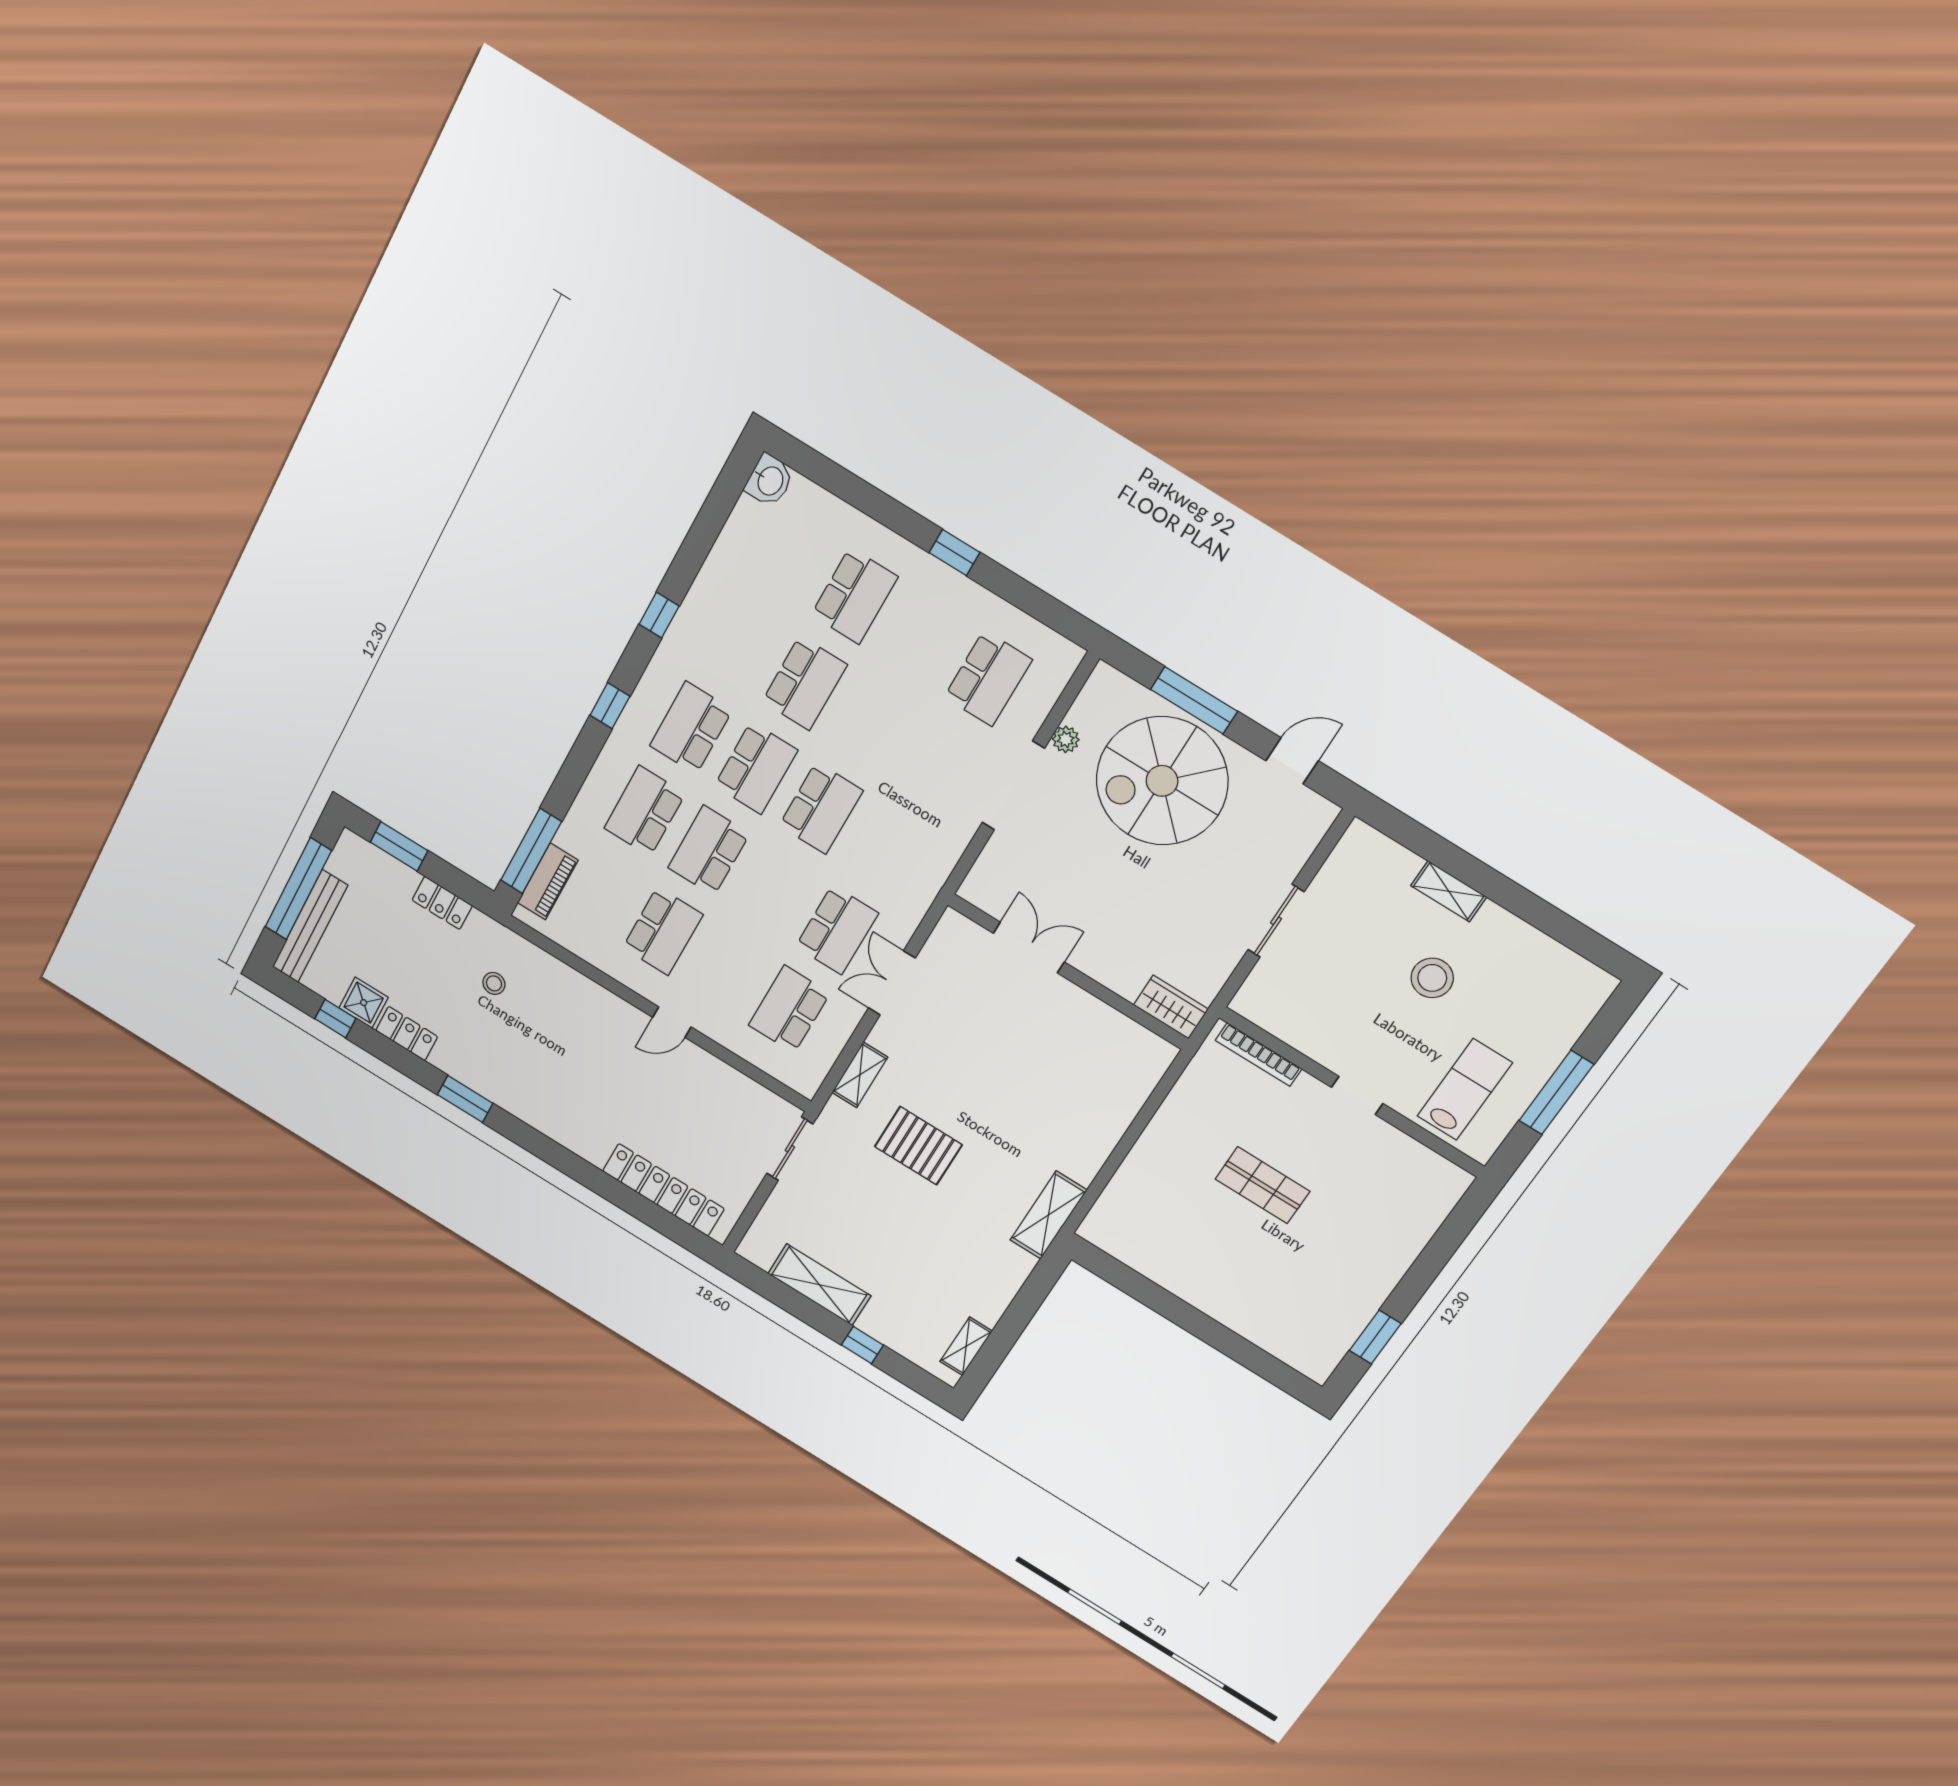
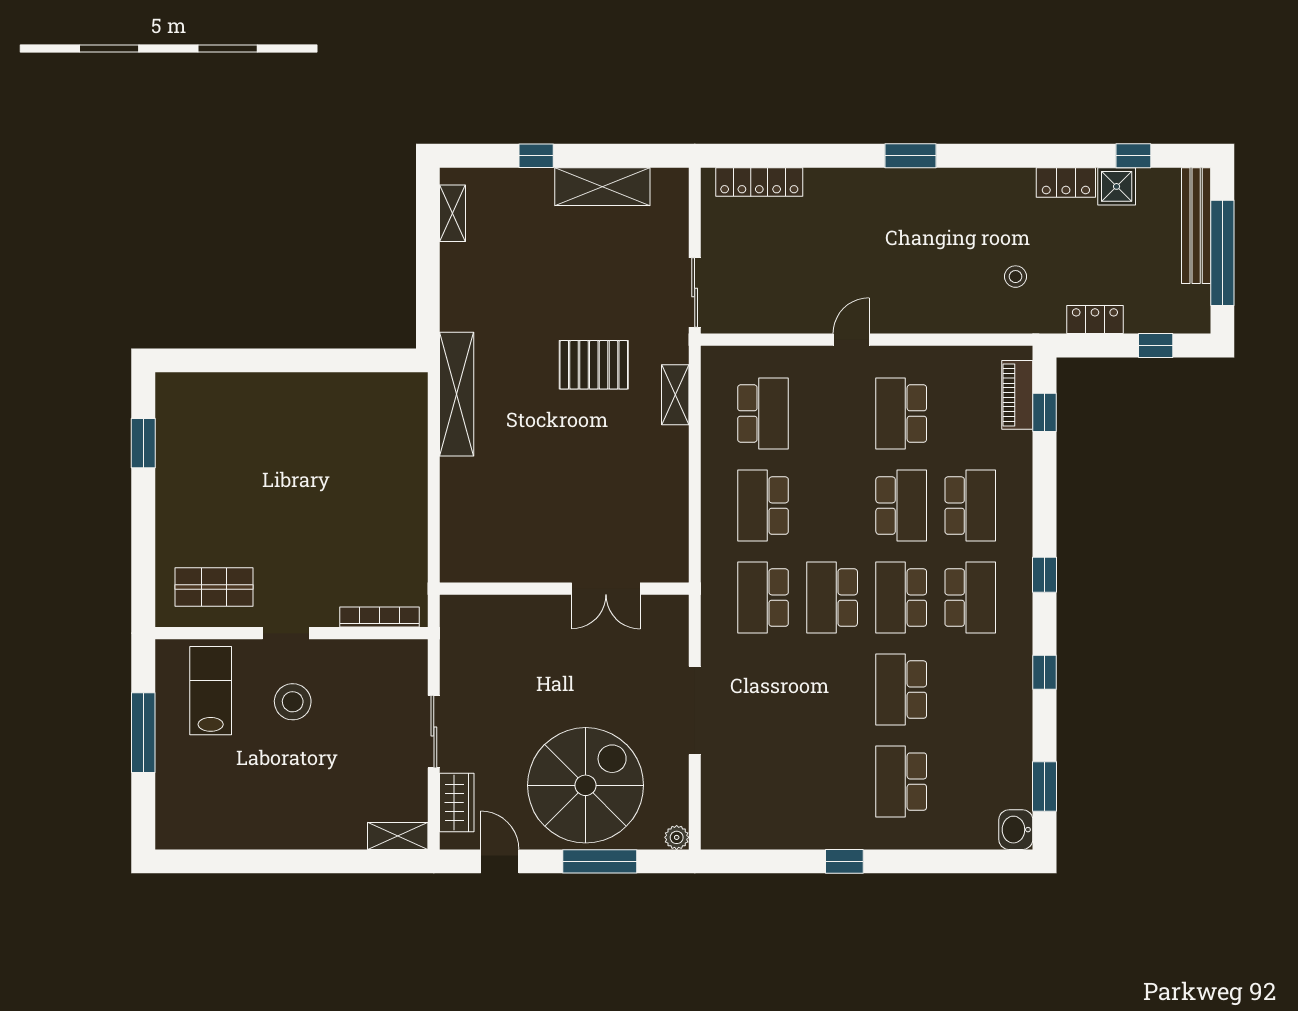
window: (719, 505) -> (1044, 787), added
school desk: (988, 678) -> (763, 598), moved
plant: (1066, 739) -> (677, 837), moved
door: (1292, 761) -> (500, 861), swing flipped
window: (399, 846) -> (1156, 346), width x0.67
window: (531, 851) -> (1044, 412), width x0.46
shelving: (1449, 891) -> (398, 836), moved
stool: (1432, 978) -> (293, 702), moved
double door: (892, 983) -> (695, 490), removed
wardrobe: (1171, 1007) -> (457, 802), moved, turned -90
lab bench: (1465, 1089) -> (211, 691), turned 180
window: (465, 1099) -> (911, 156), moved
shop shelf: (1263, 1185) -> (214, 587), moved
locker: (663, 1190) -> (759, 182), width x0.71, depth x0.83
shelving: (1048, 1215) -> (457, 394), width x1.47

